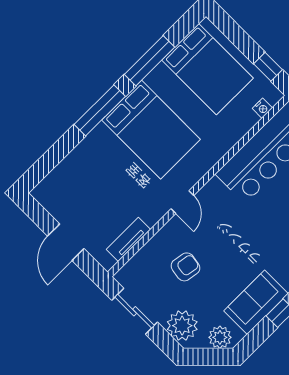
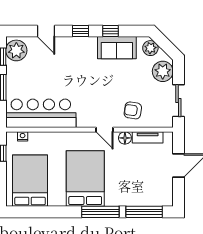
window: (150, 61) -> (144, 212), moved
door: (182, 202) -> (105, 130), swing flipped
floor lamp: (152, 215) -> (125, 138), added
armchair: (185, 267) -> (133, 110), moved

